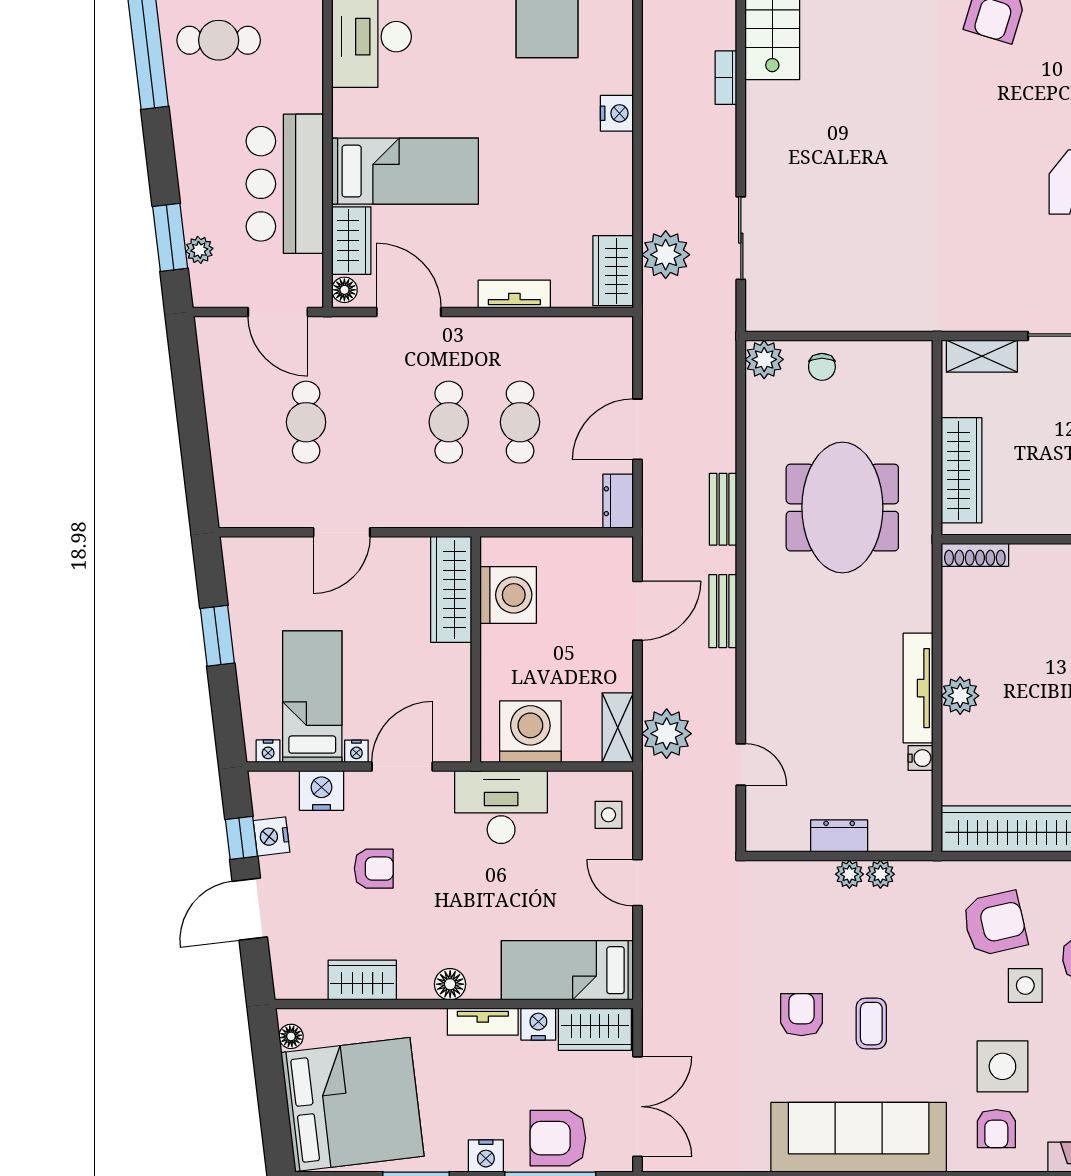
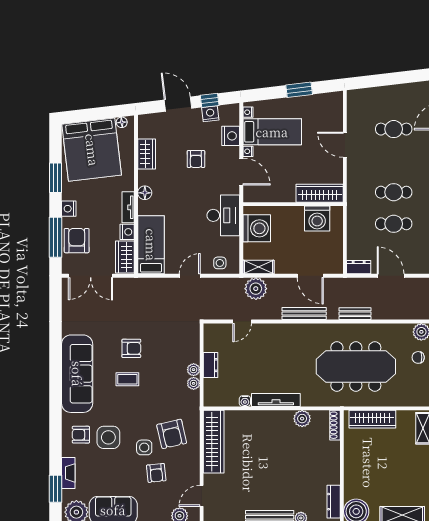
meeting table: (842, 508) -> (356, 366), width x1.36
bench: (723, 611) -> (304, 314), width x1.36
plant: (960, 696) -> (302, 419), moved

